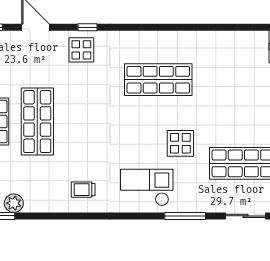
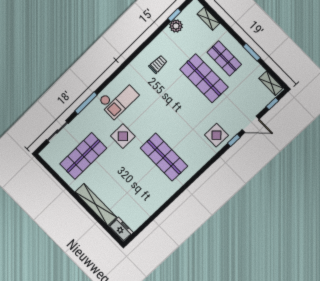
window: (88, 27) -> (234, 140), moved
shop shelf: (158, 80) -> (164, 157), turned 90
trolley: (83, 190) -> (158, 64), moved

